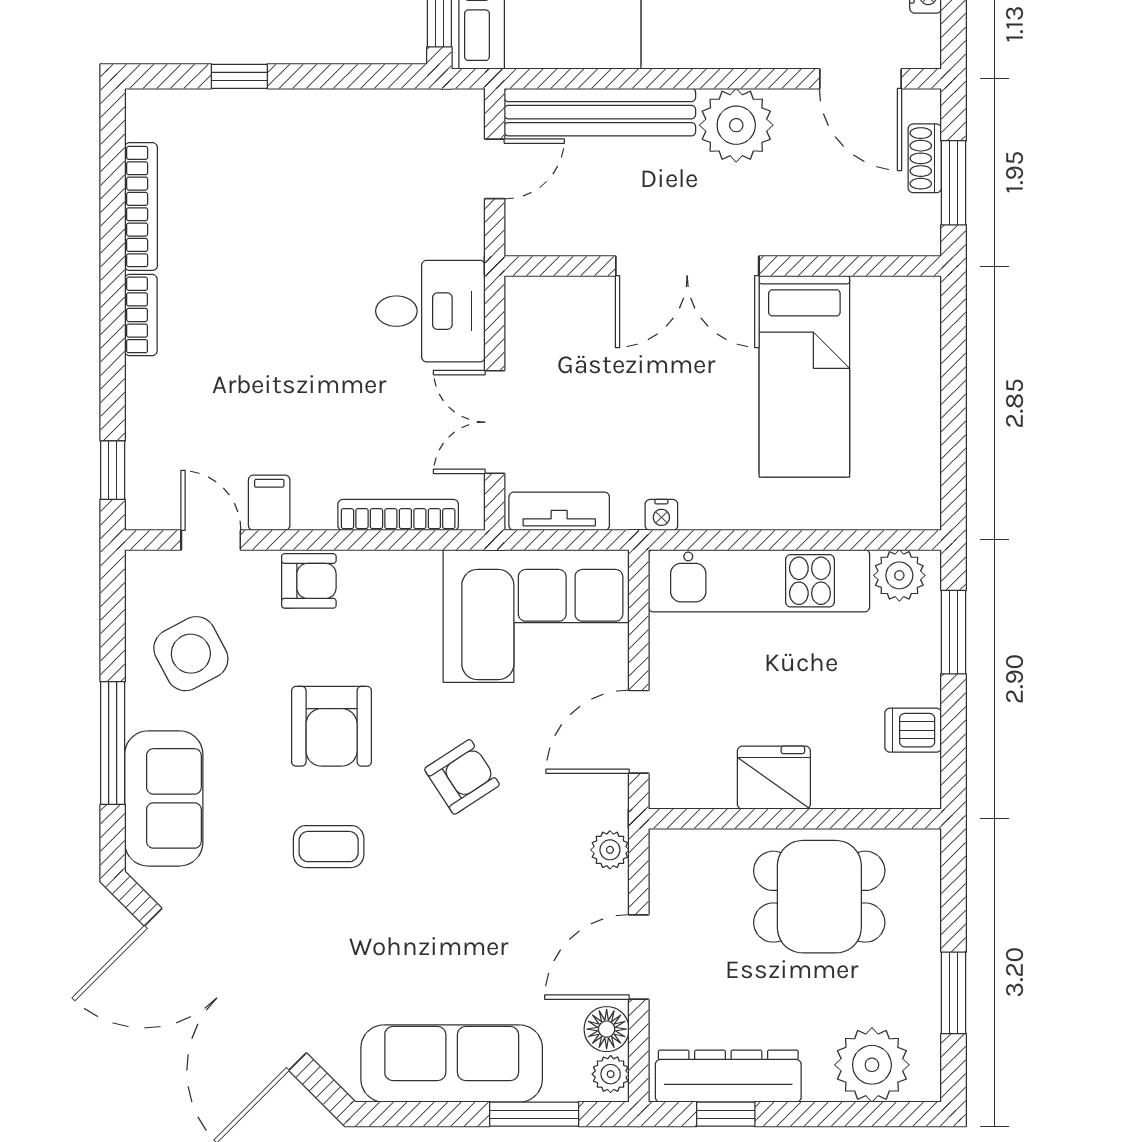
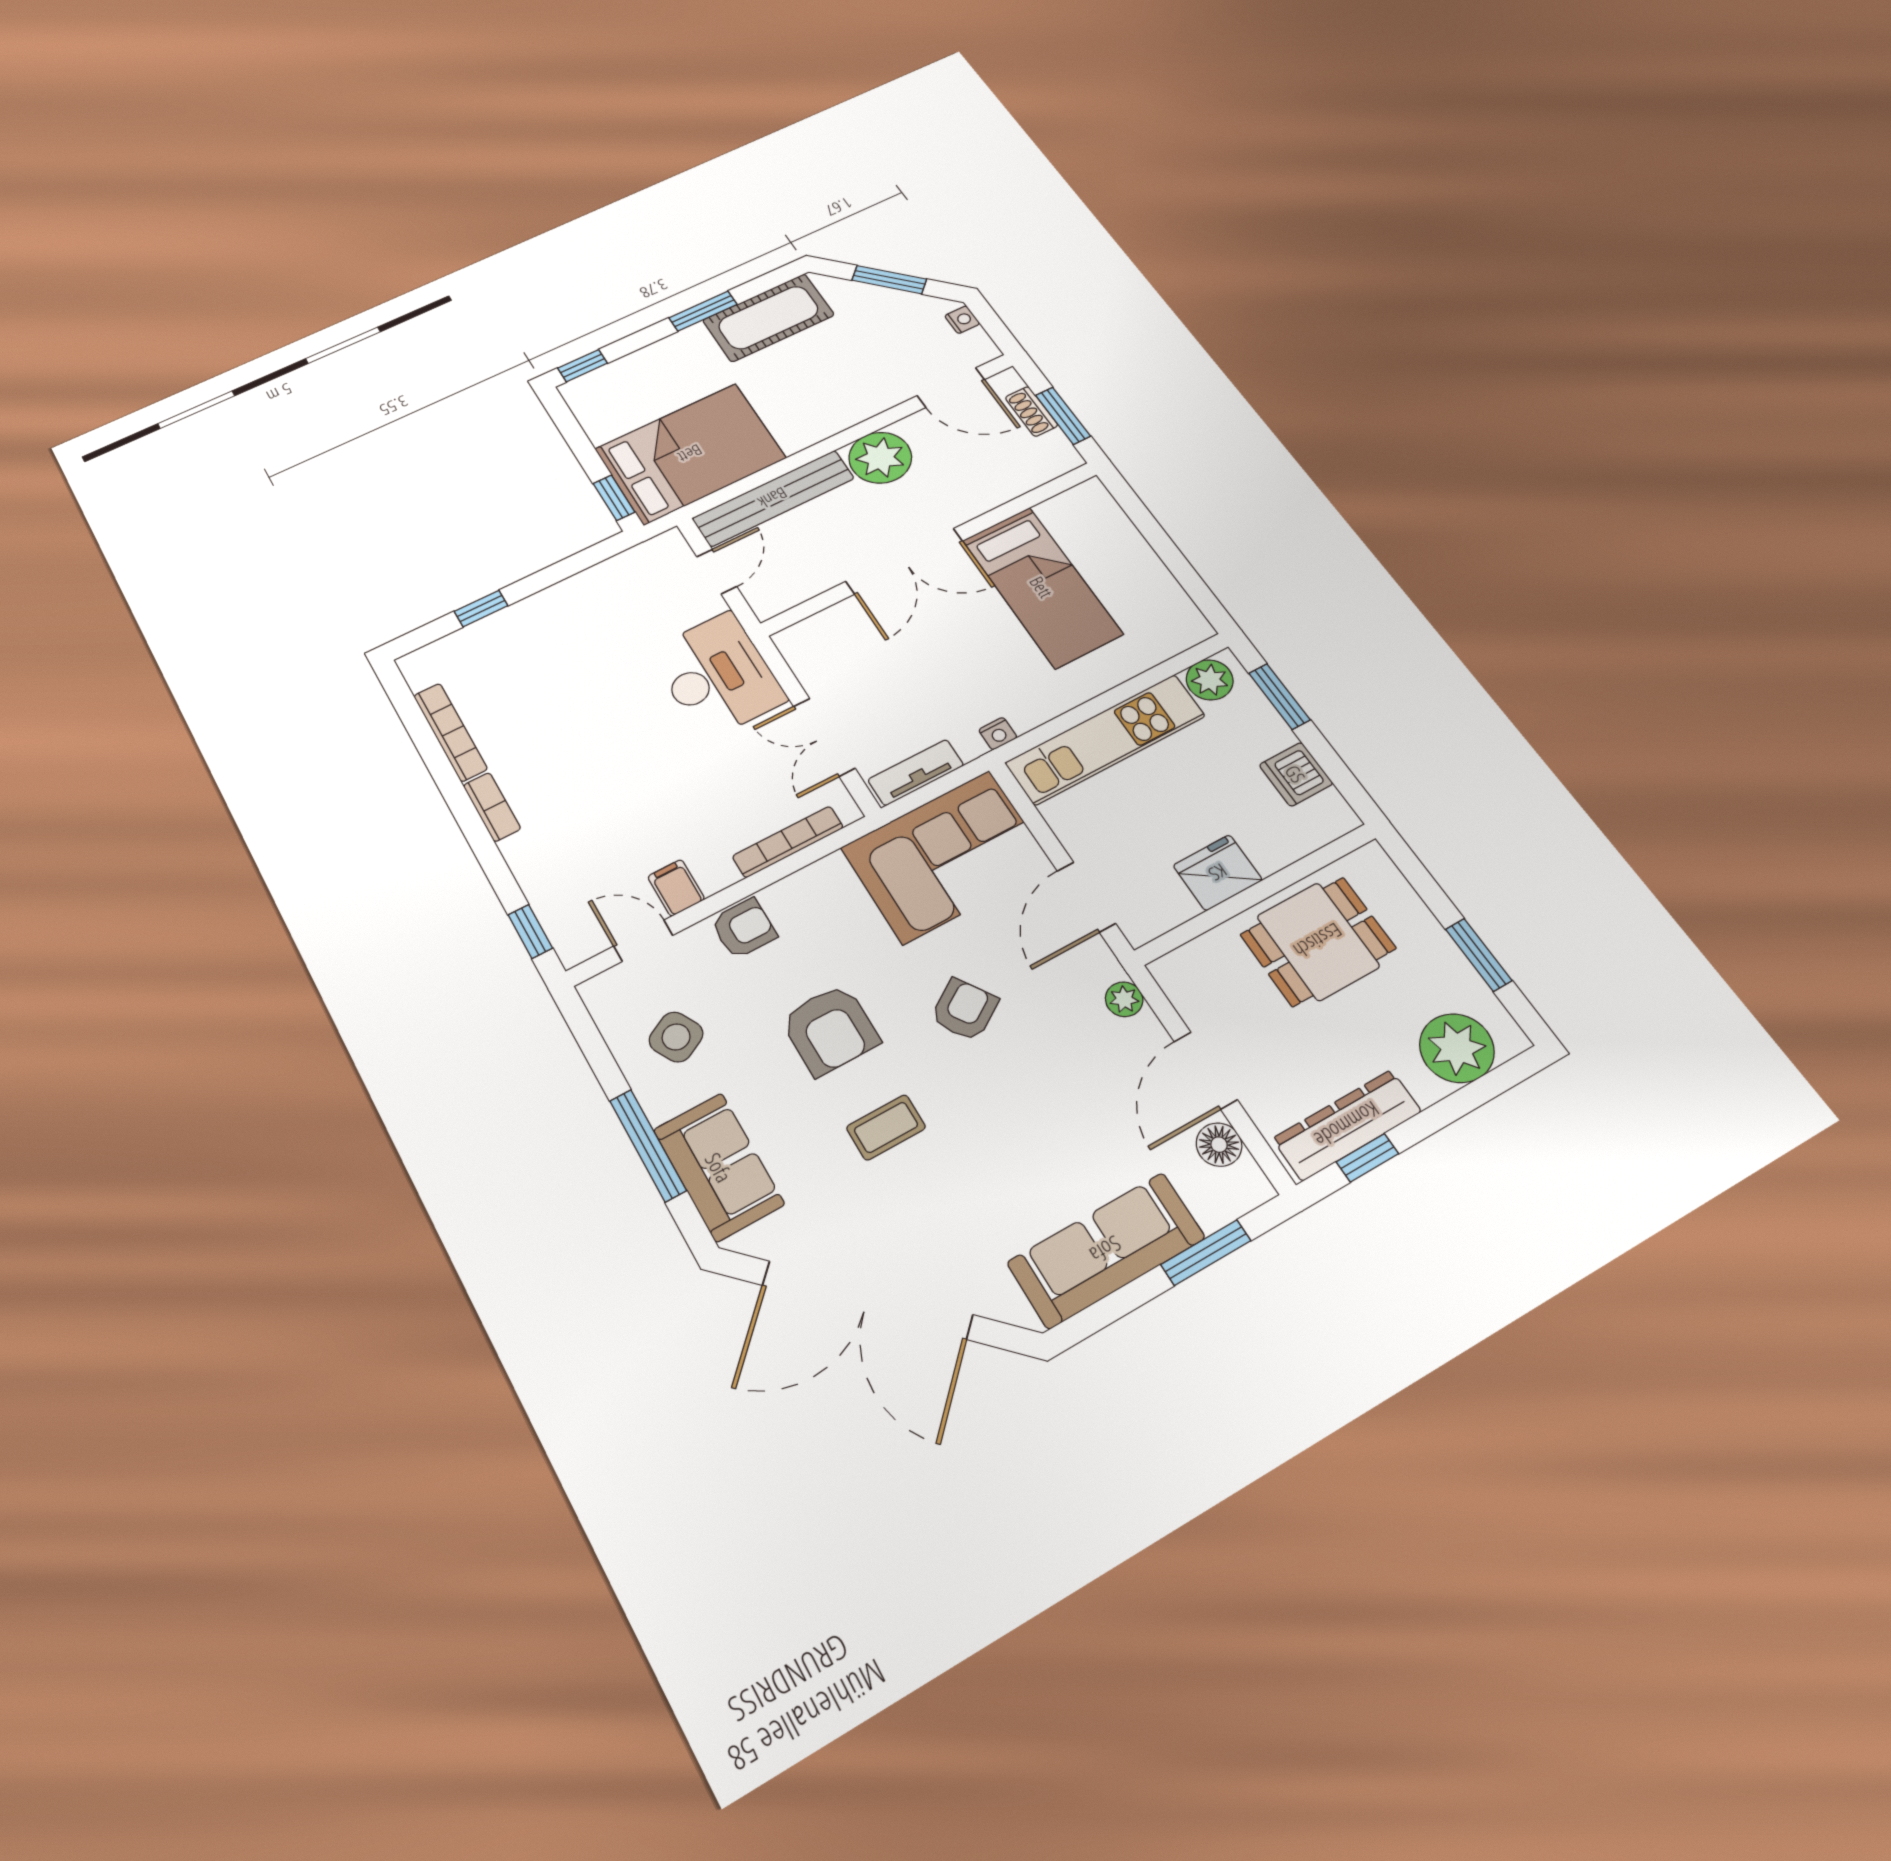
desk: (430, 311) -> (717, 675), width x1.37
side table: (191, 654) -> (676, 1037), width x0.73, depth x0.73
dishwasher: (913, 730) -> (1296, 774), width x1.38
plant: (611, 1074) -> (1248, 1180), removed

